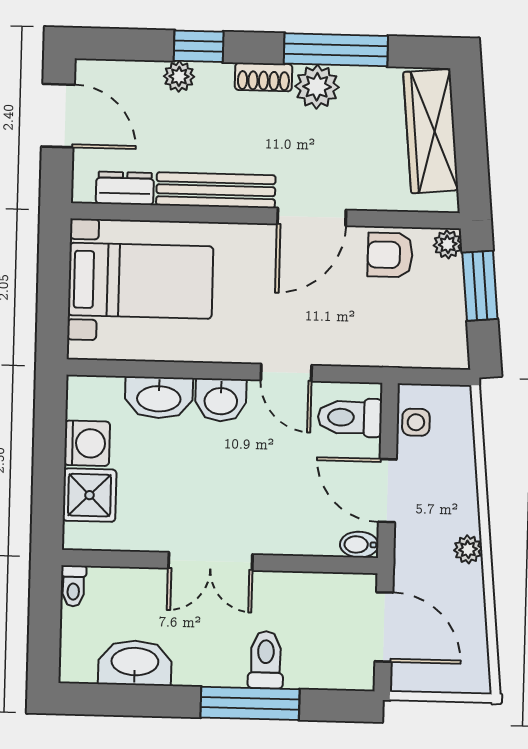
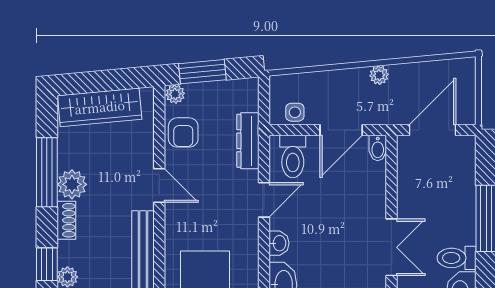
door: (312, 217) -> (159, 186), width x0.73
dresser: (375, 351) -> (248, 141), added
washbasin: (221, 400) -> (279, 243), width x0.72, depth x0.69
toilet: (266, 660) -> (457, 258), moved

